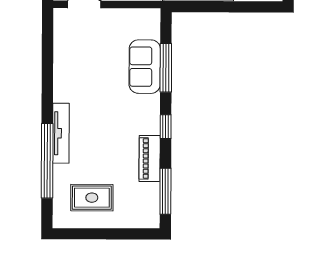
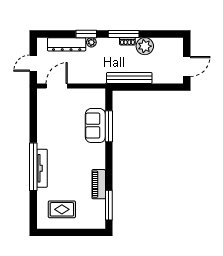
window: (166, 127) -> (109, 164), removed
window: (47, 161) -> (33, 167), moved

